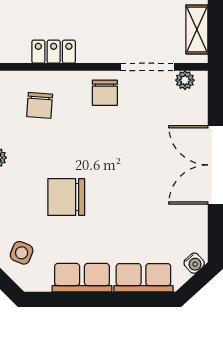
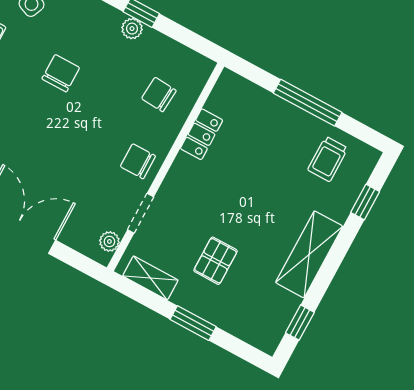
doorway: (147, 67) -> (141, 213), width x0.73
chair: (66, 197) -> (61, 73), width x0.73, depth x0.73

